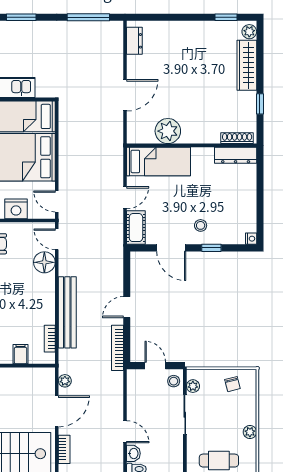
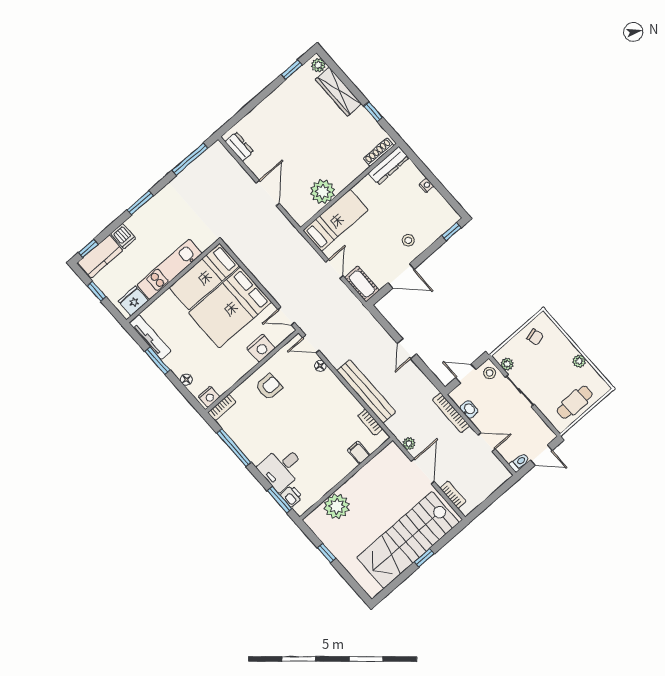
nightstand: (251, 239) -> (426, 185), moved
window: (211, 248) -> (451, 232), moved
floor lamp: (44, 262) -> (320, 366), width x0.53, depth x0.53
bookcase: (118, 348) -> (451, 413), moved
washbasin: (133, 453) -> (469, 409), moved

